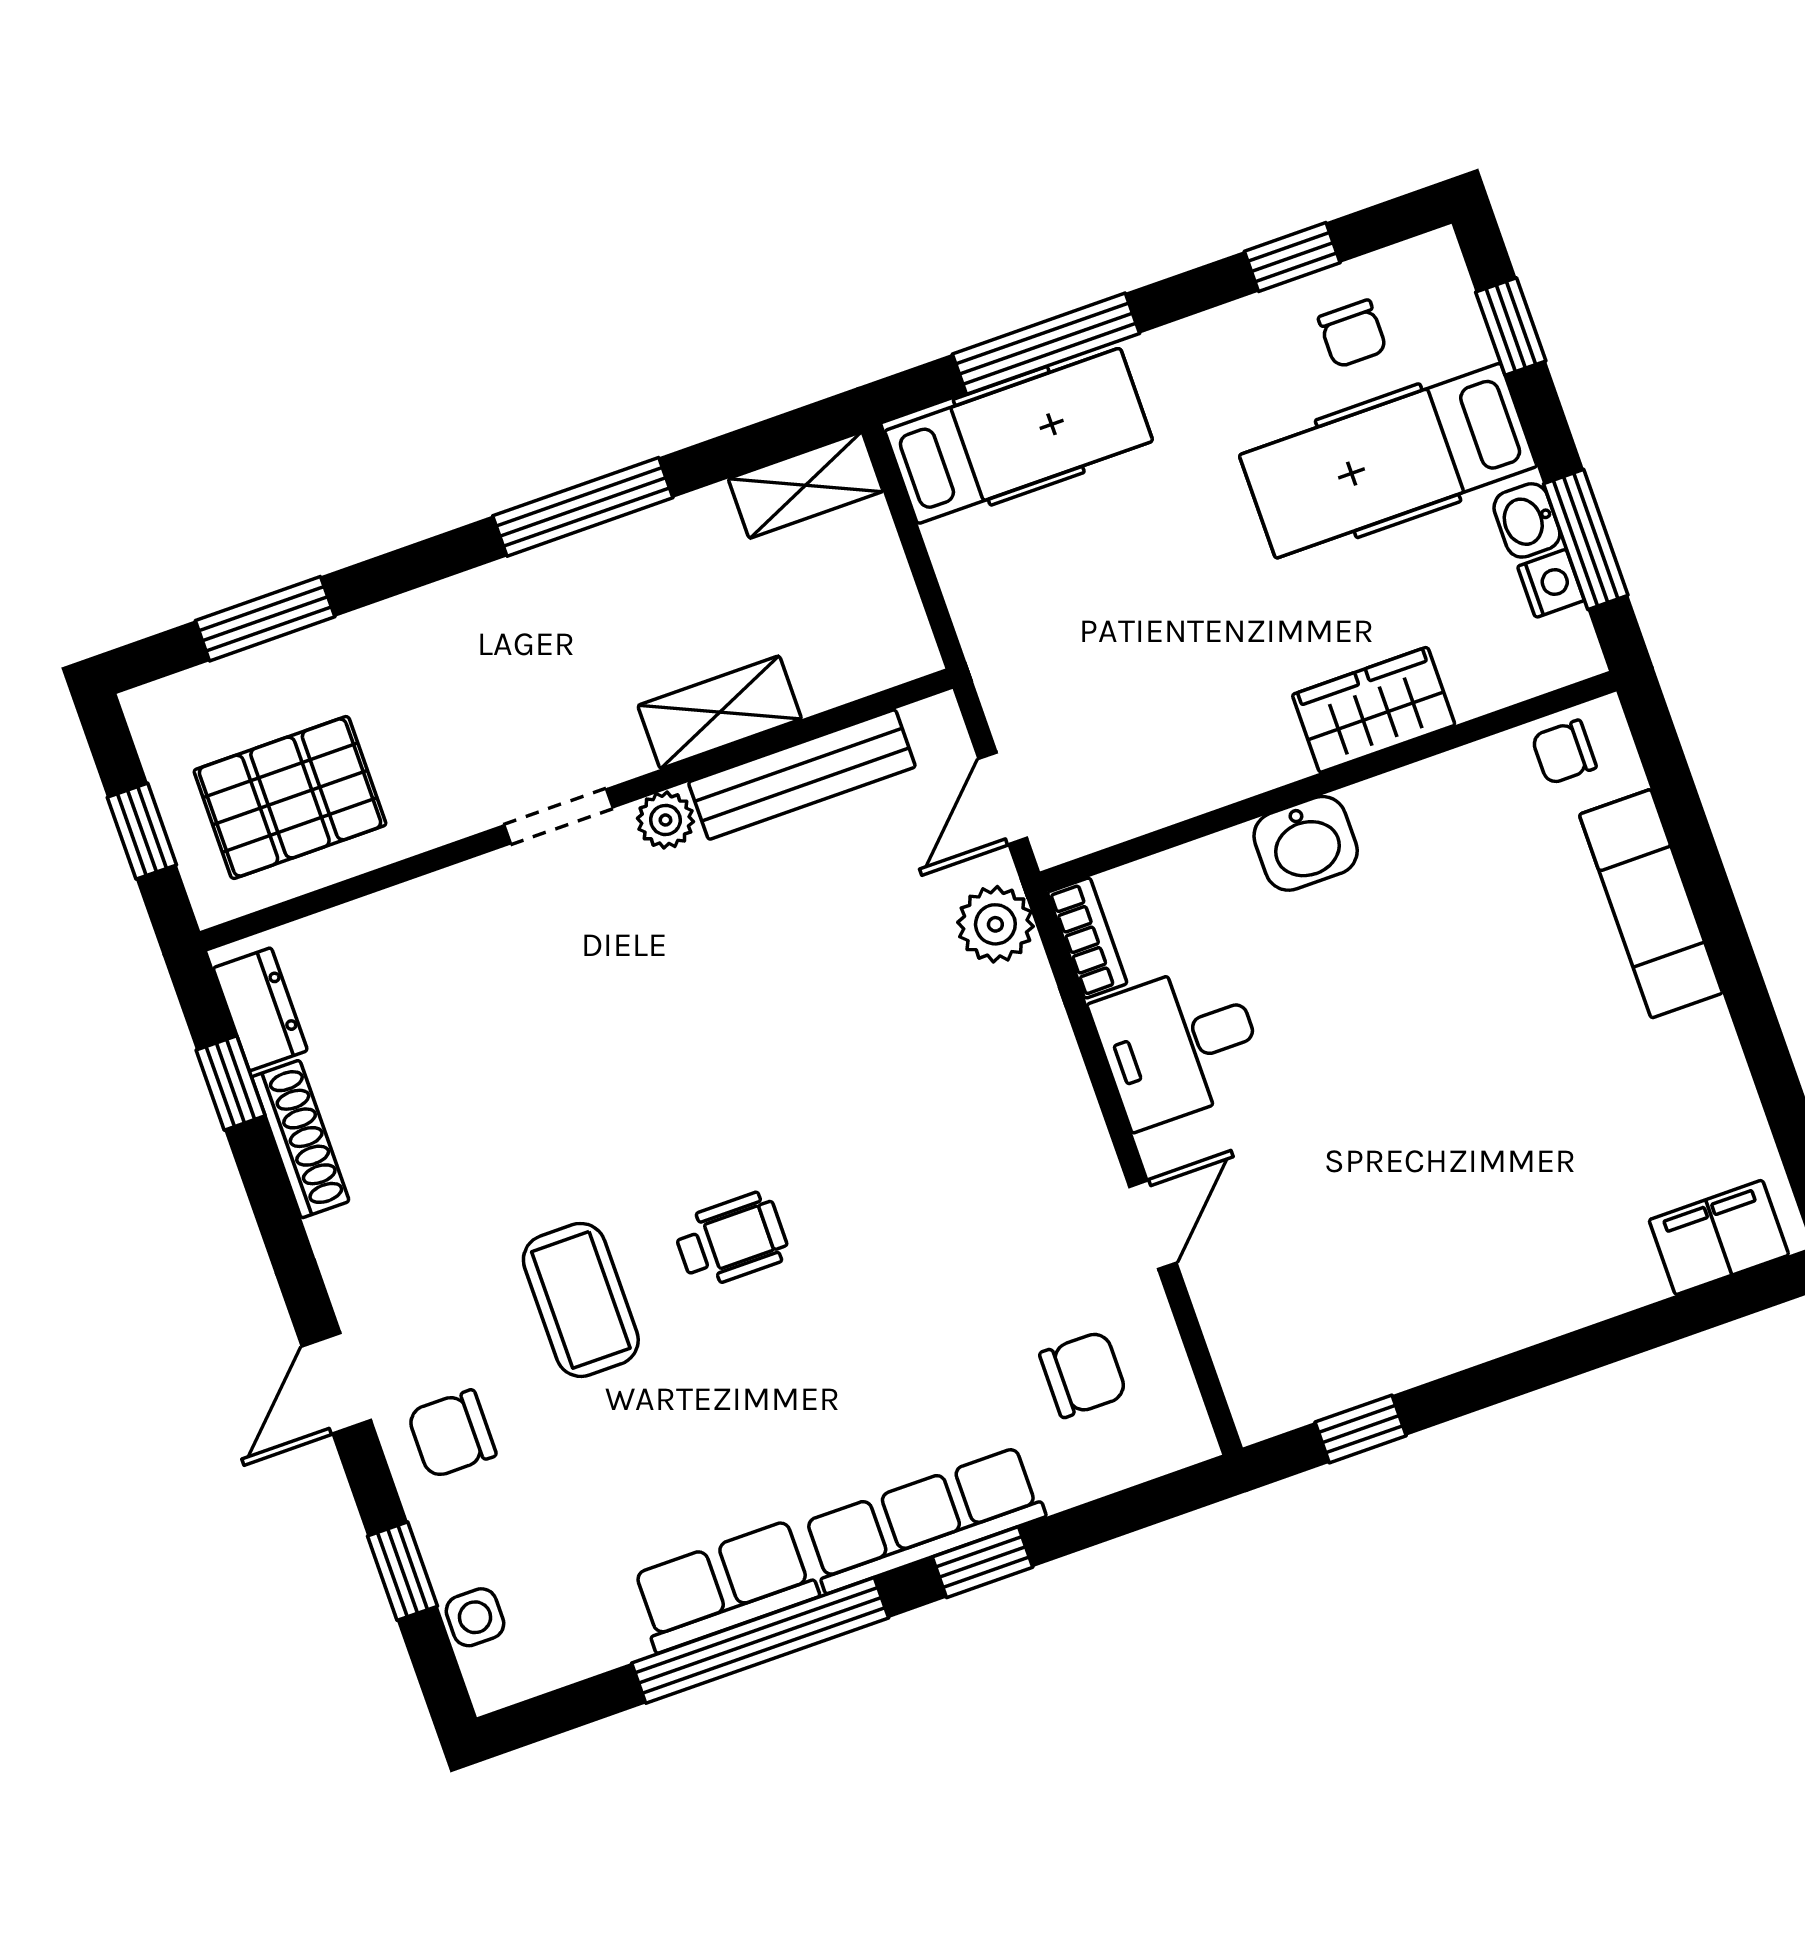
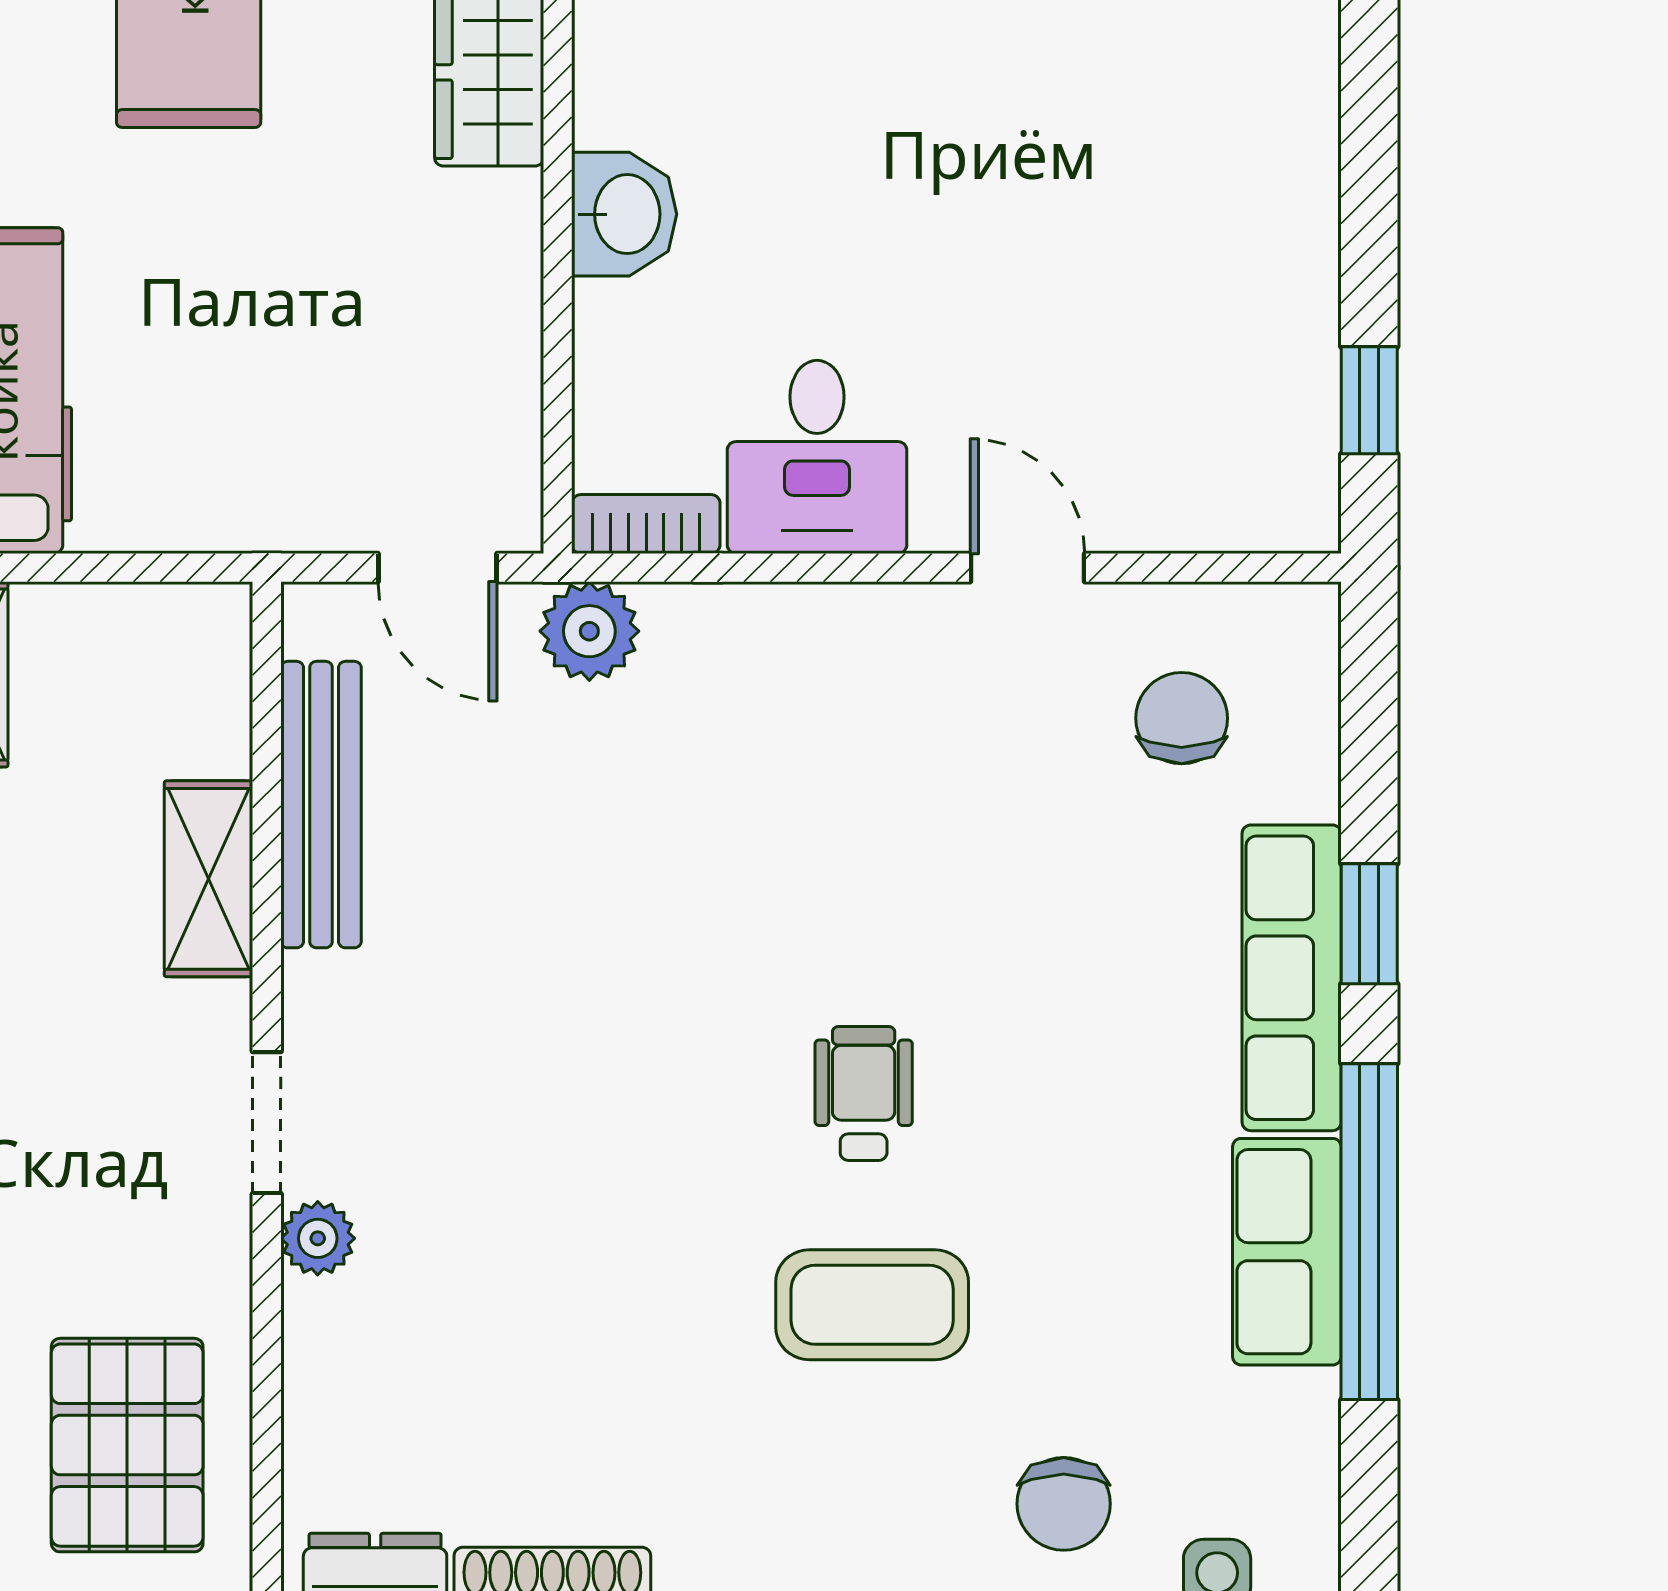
plant: (665, 820) -> (318, 1238), moved
chair: (452, 1434) -> (1064, 1504), moved

